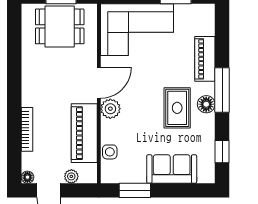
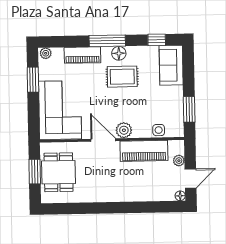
plant: (208, 13) -> (46, 53), added
bookcase: (27, 129) -> (142, 197), removed
sofa: (172, 169) -> (171, 65), moved

